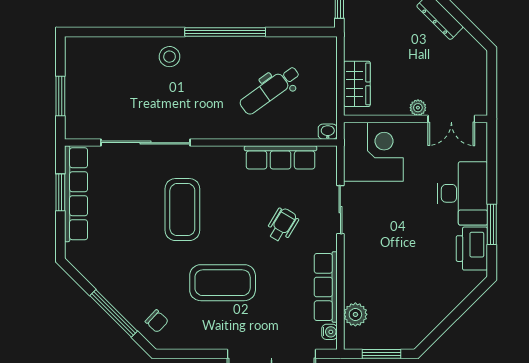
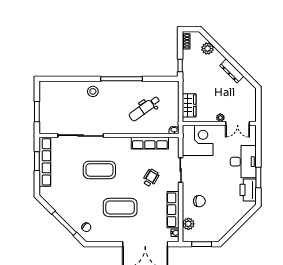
coffee table: (182, 210) -> (99, 170), turned 90
chair: (377, 270) -> (199, 201), added

